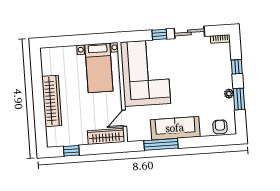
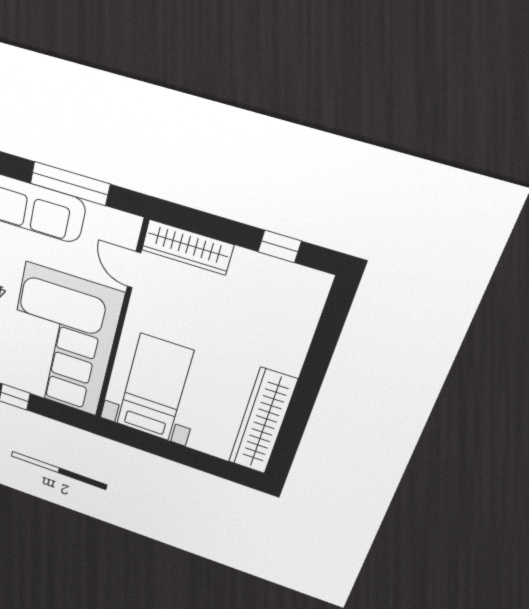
wardrobe: (52, 101) -> (262, 421), moved
door: (124, 118) -> (134, 270), swing flipped

